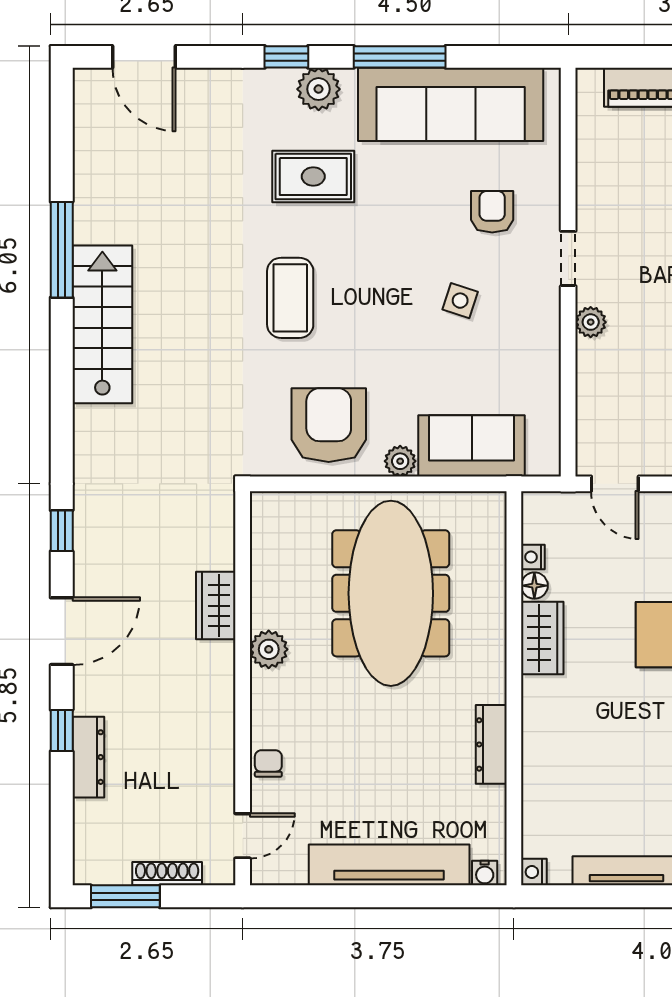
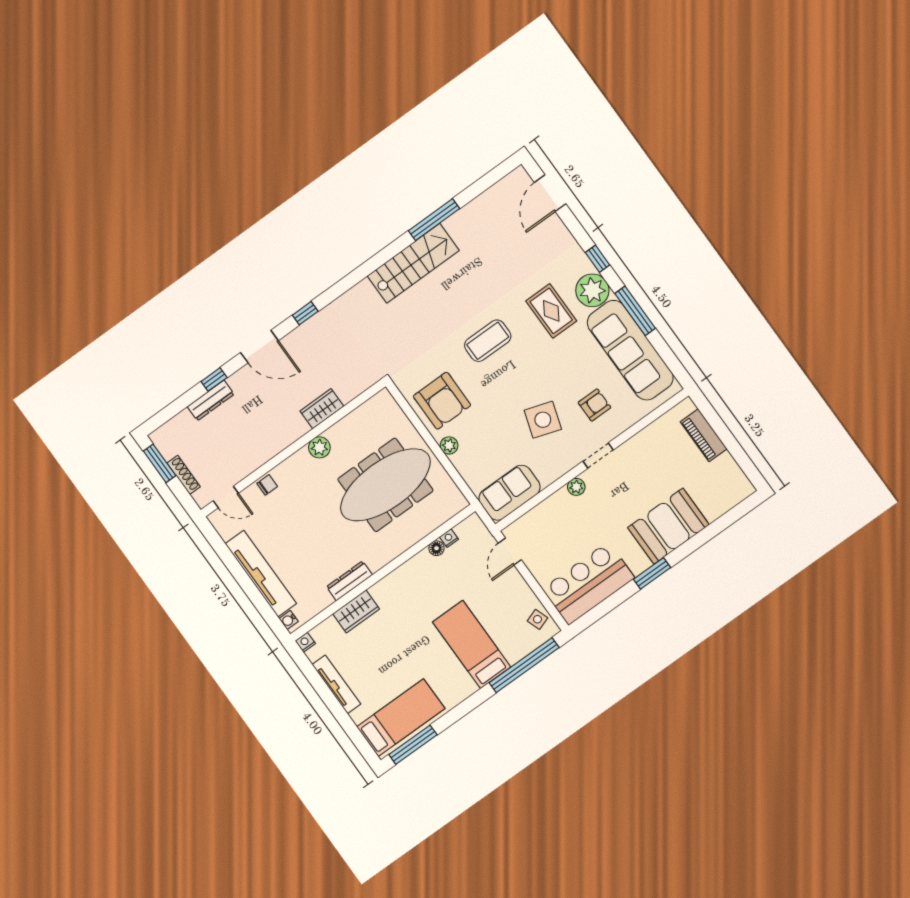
plant: (319, 89) -> (592, 290), width x1.36, depth x1.36
side table: (460, 301) -> (543, 420), width x1.87, depth x1.87
armchair: (329, 425) -> (442, 401), turned 90
sofa: (472, 446) -> (509, 493), moved, turned -90
wardrobe: (542, 638) -> (356, 611), moved

